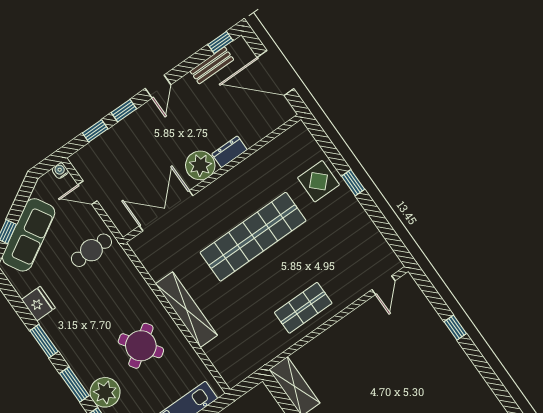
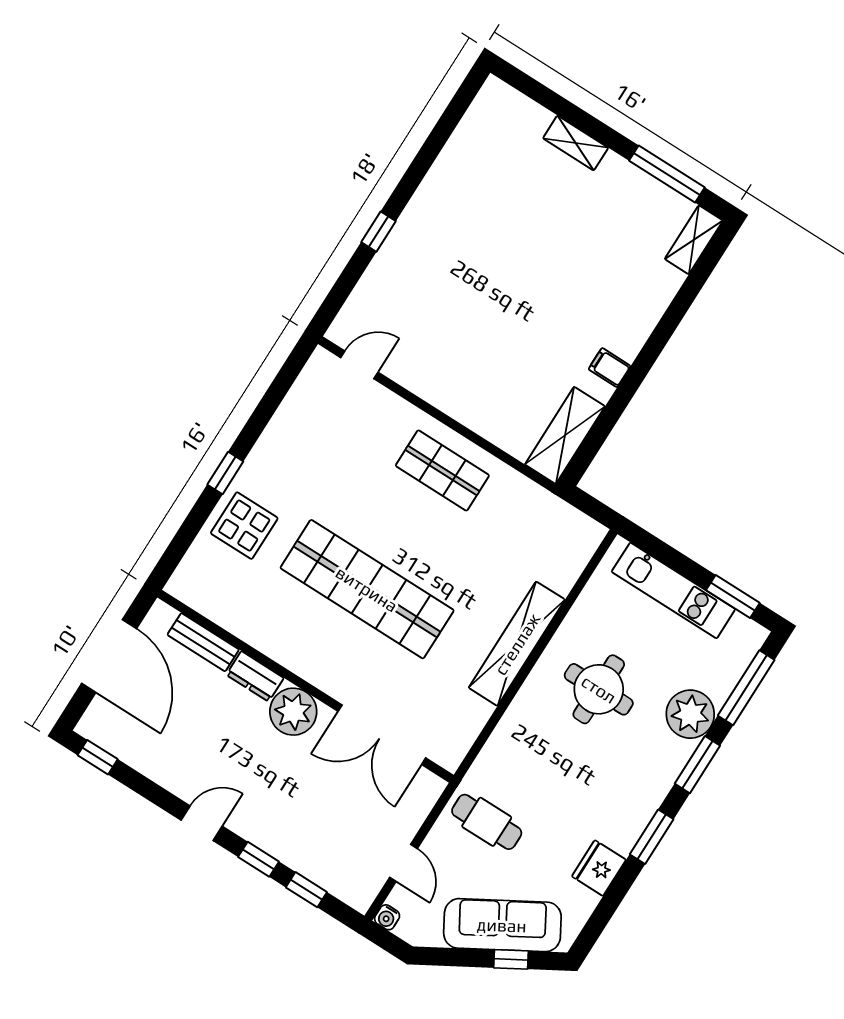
bench: (212, 65) -> (203, 642), moved
round table: (141, 346) -> (599, 689), turned 35

